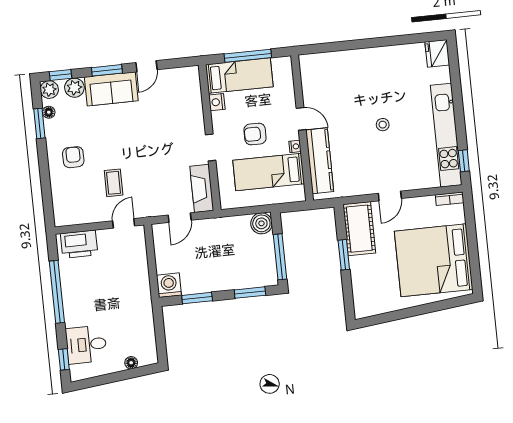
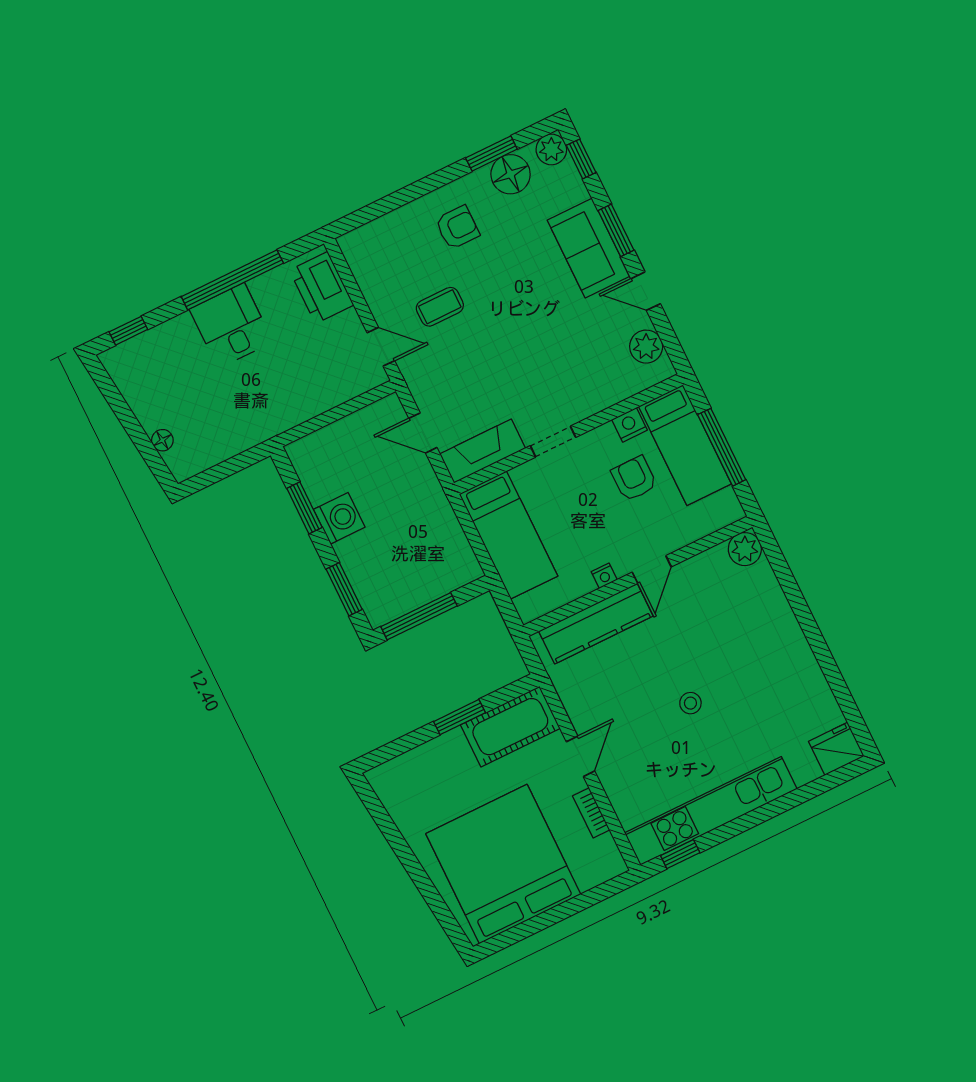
plant: (309, 64) -> (745, 549), added
plant: (74, 88) -> (646, 347), moved
floor lamp: (49, 112) -> (511, 174), width x1.89, depth x1.89
armchair: (255, 134) -> (634, 479), moved
bed: (269, 172) -> (508, 535), moved, turned 180
door: (390, 196) -> (581, 756), swing flipped
bookcase: (450, 199) -> (591, 813), moved
boiler: (261, 223) -> (462, 567), removed
washing machine: (169, 285) -> (339, 518), moved
desk: (86, 345) -> (231, 326), moved

